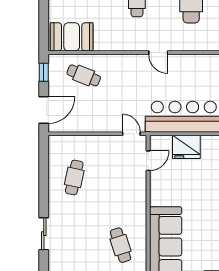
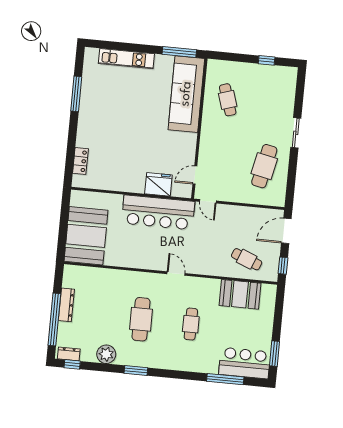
booth: (72, 37) -> (240, 294), moved
cafe table: (74, 177) -> (264, 166), width x1.37, depth x1.35
sliding door: (44, 234) -> (296, 133), moved

